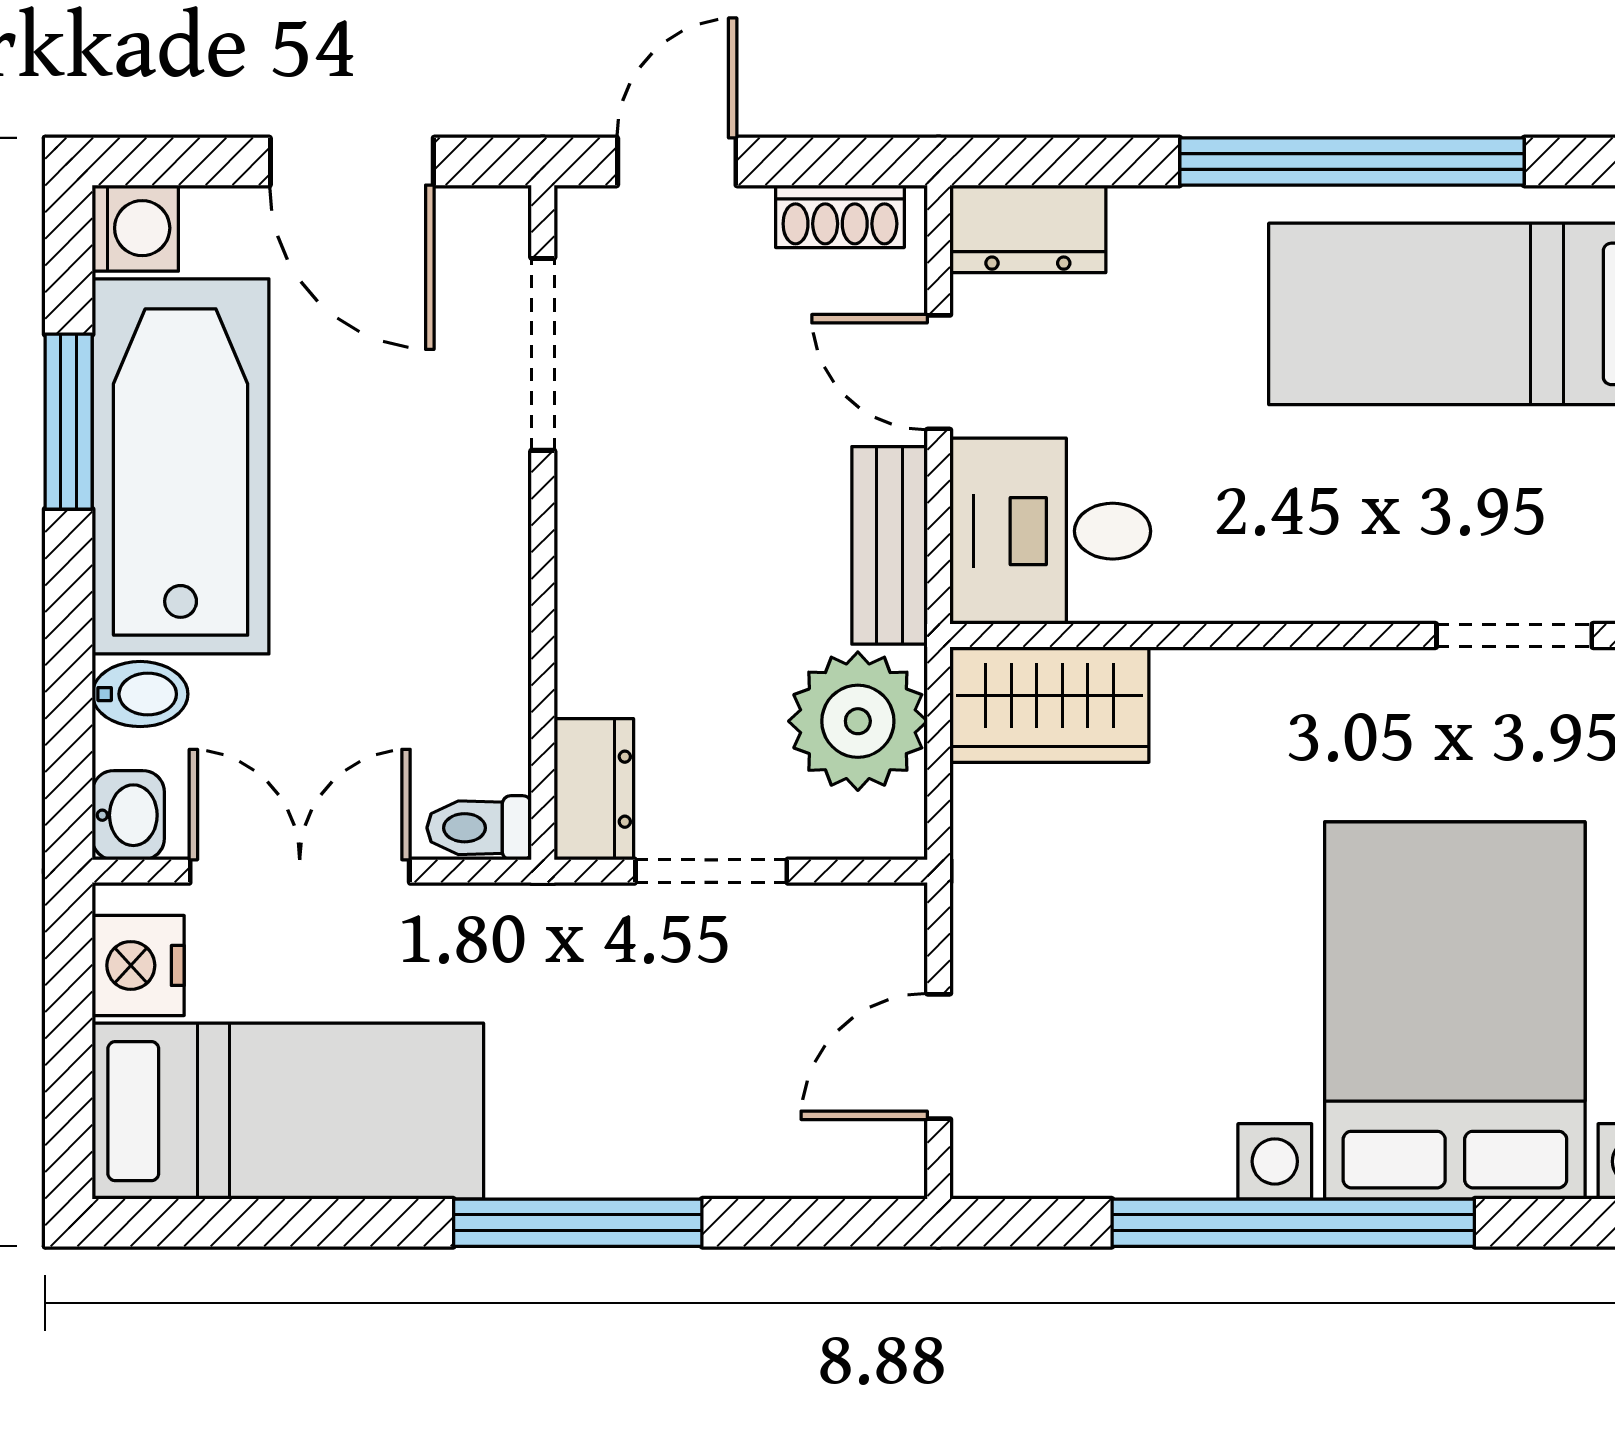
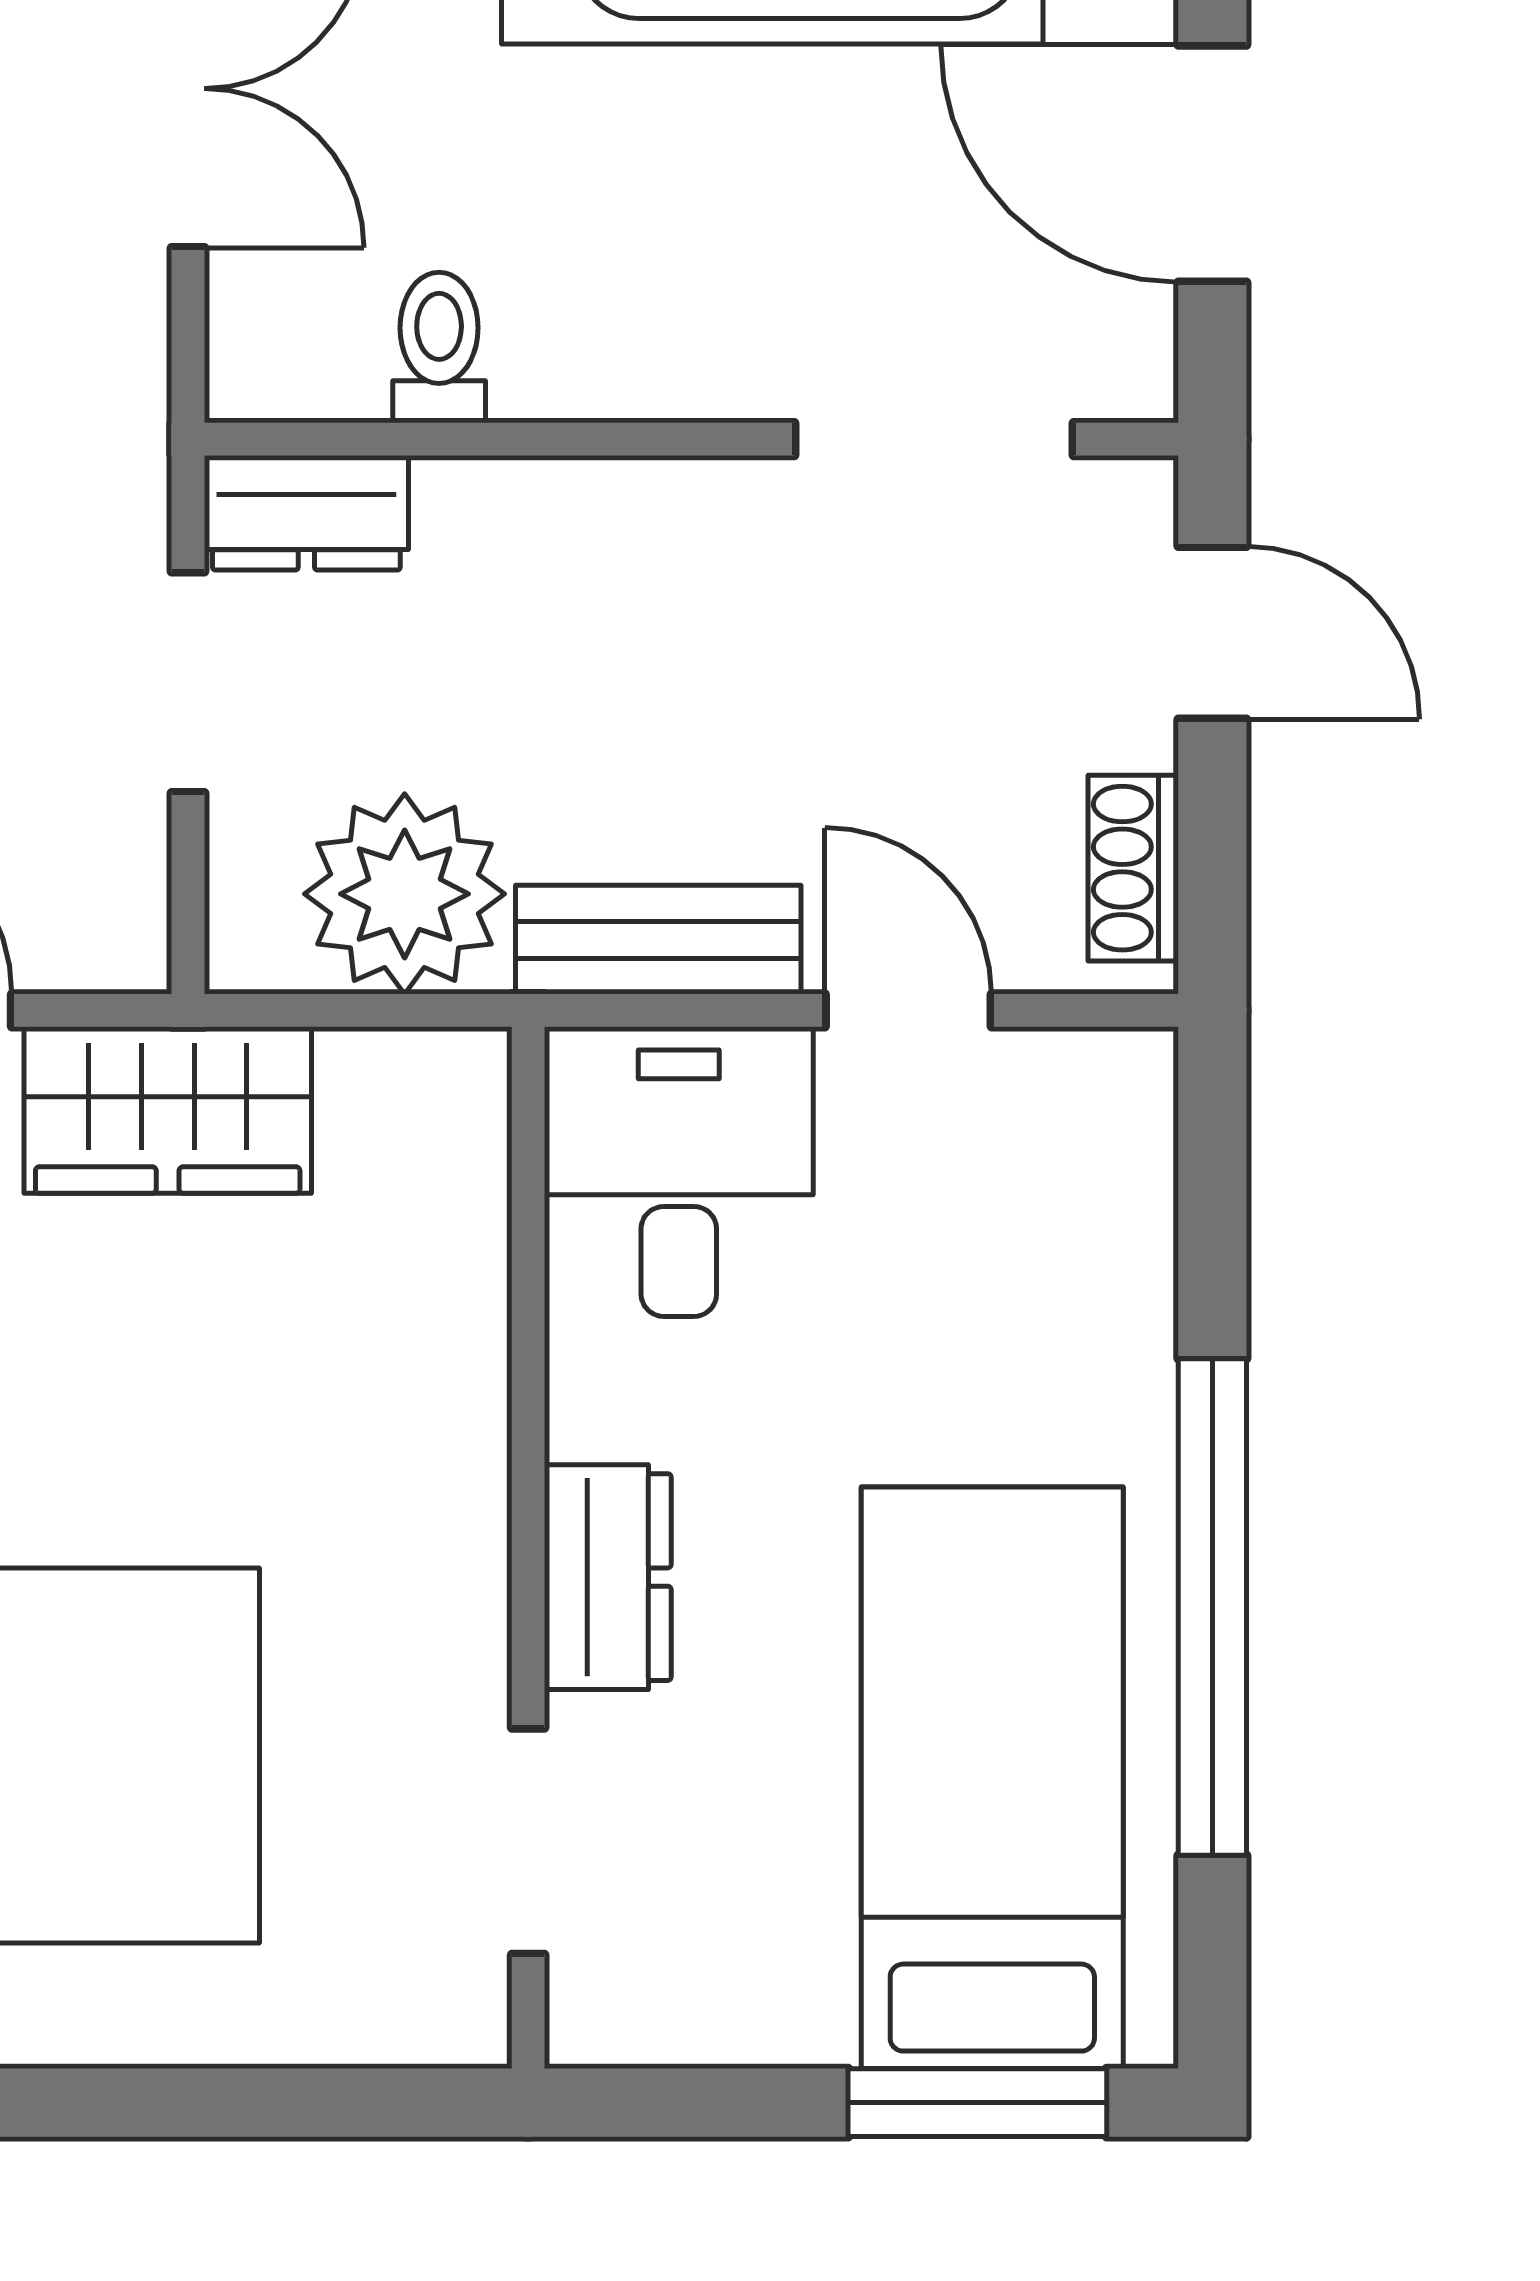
door: (352, 161) -> (1212, 164), hinge flipped
dresser: (1028, 229) -> (608, 1577), moved, turned 180
door: (939, 372) -> (908, 1010), hinge flipped
wardrobe: (1049, 705) -> (168, 1110), moved, turned -90
toilet: (479, 828) -> (439, 347), moved

